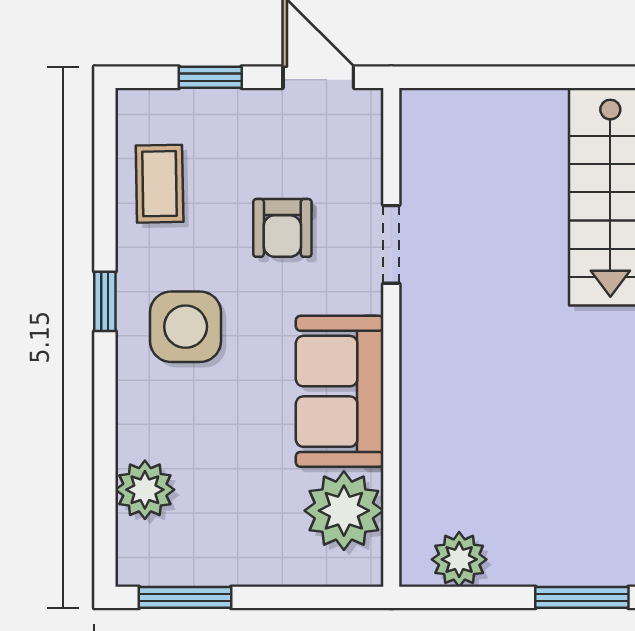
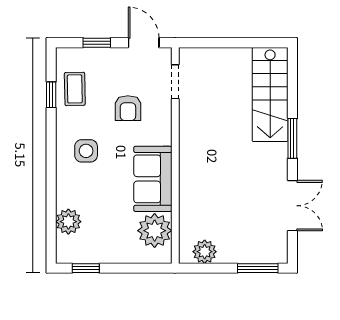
doorway: (391, 244) -> (175, 82), moved
window: (105, 301) -> (51, 95), moved
side table: (186, 327) -> (86, 151), width x0.73, depth x0.73
window: (185, 597) -> (86, 268), width x0.67

